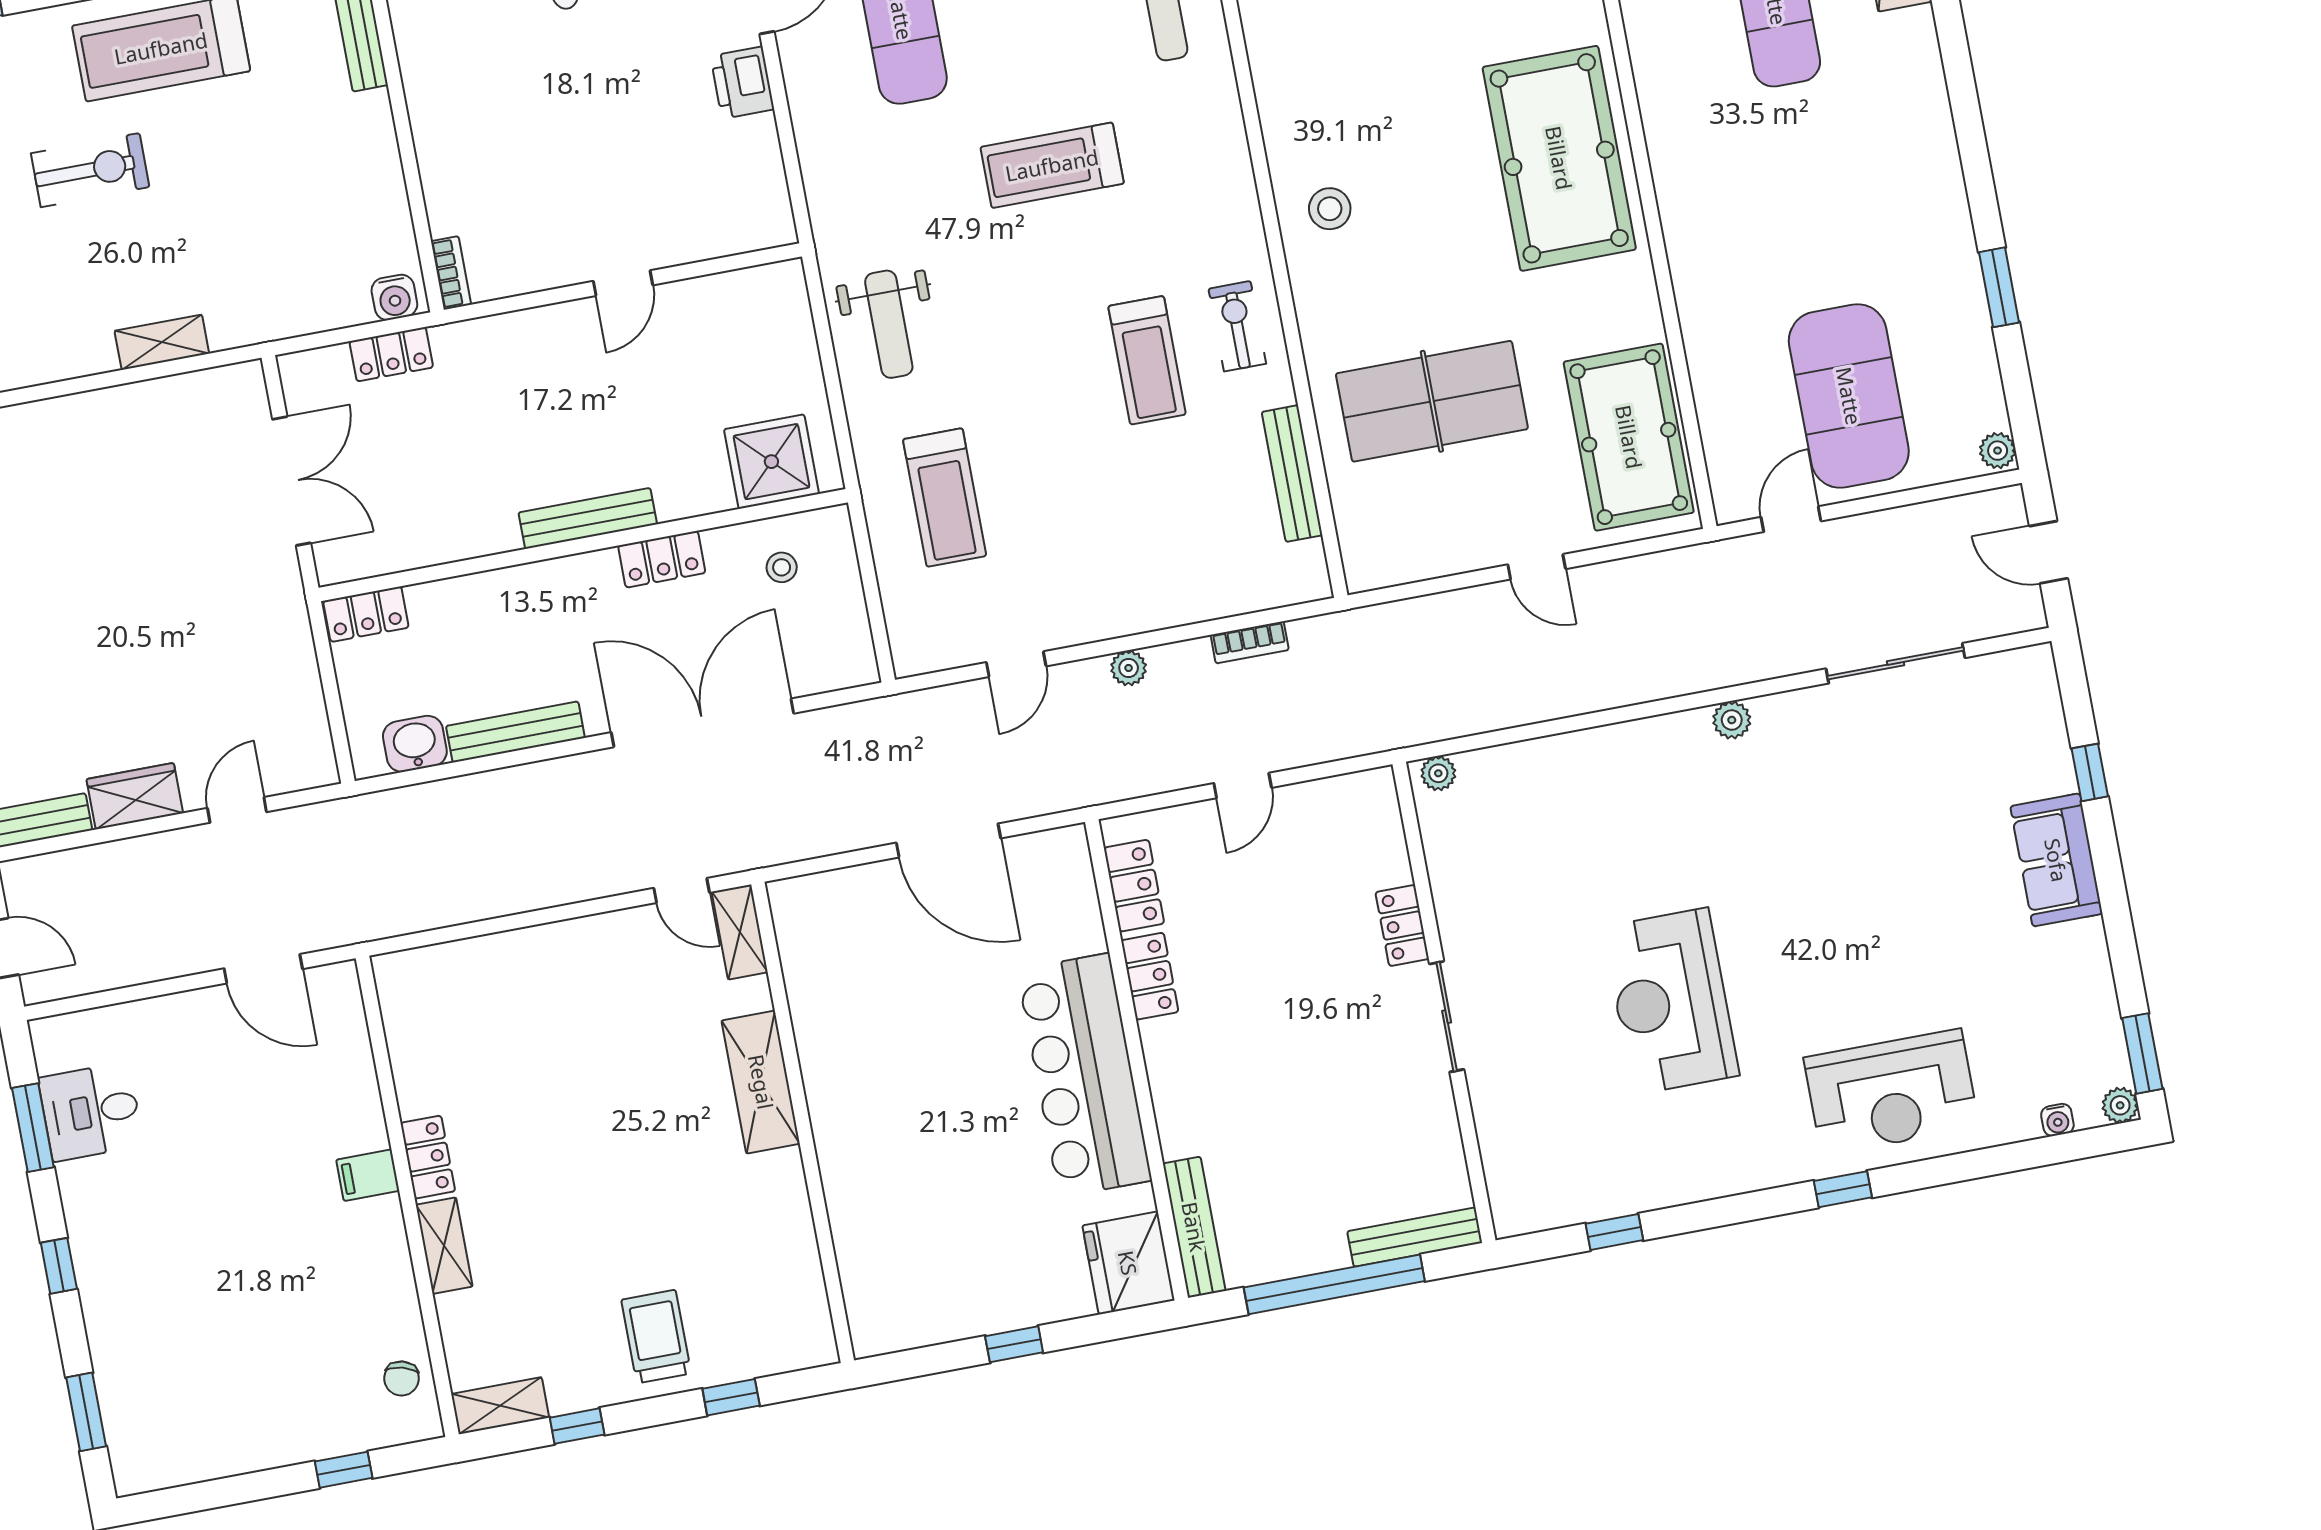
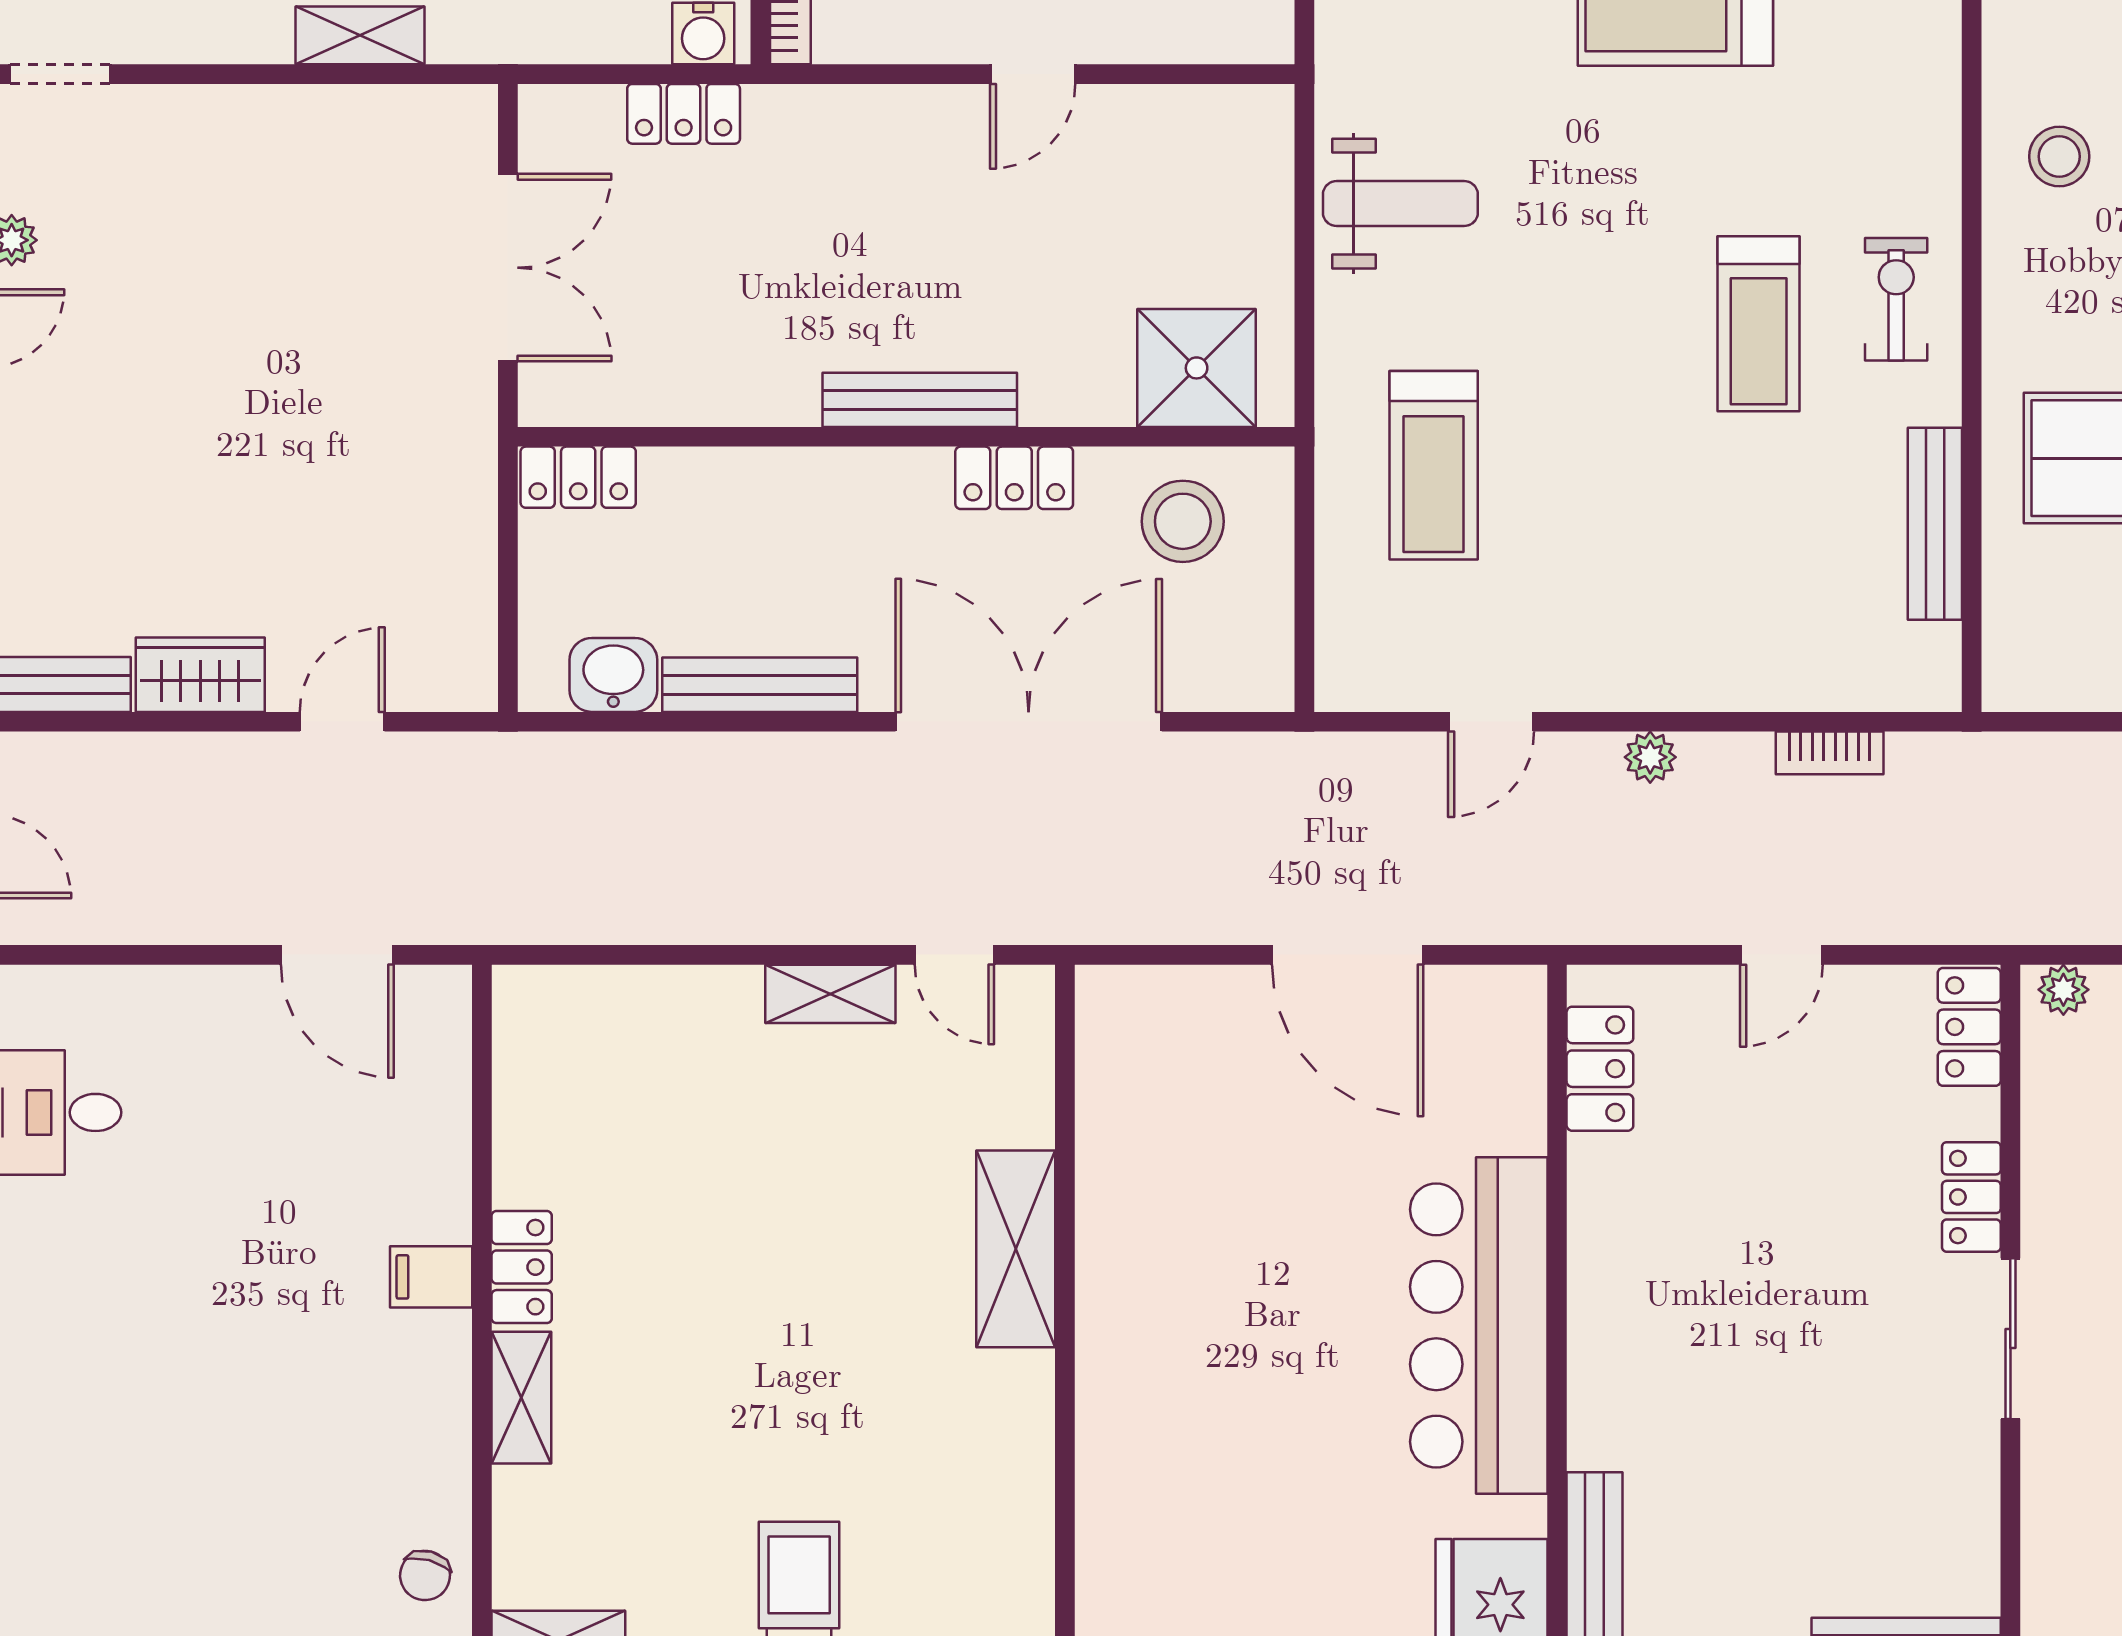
weight bench: (889, 324) -> (1400, 204), turned -90
stool: (782, 567) -> (1183, 521), width x1.89, depth x1.89
shelving: (740, 932) -> (830, 994), moved, turned 90
locker: (1150, 976) -> (1969, 1027), moved, turned 180

